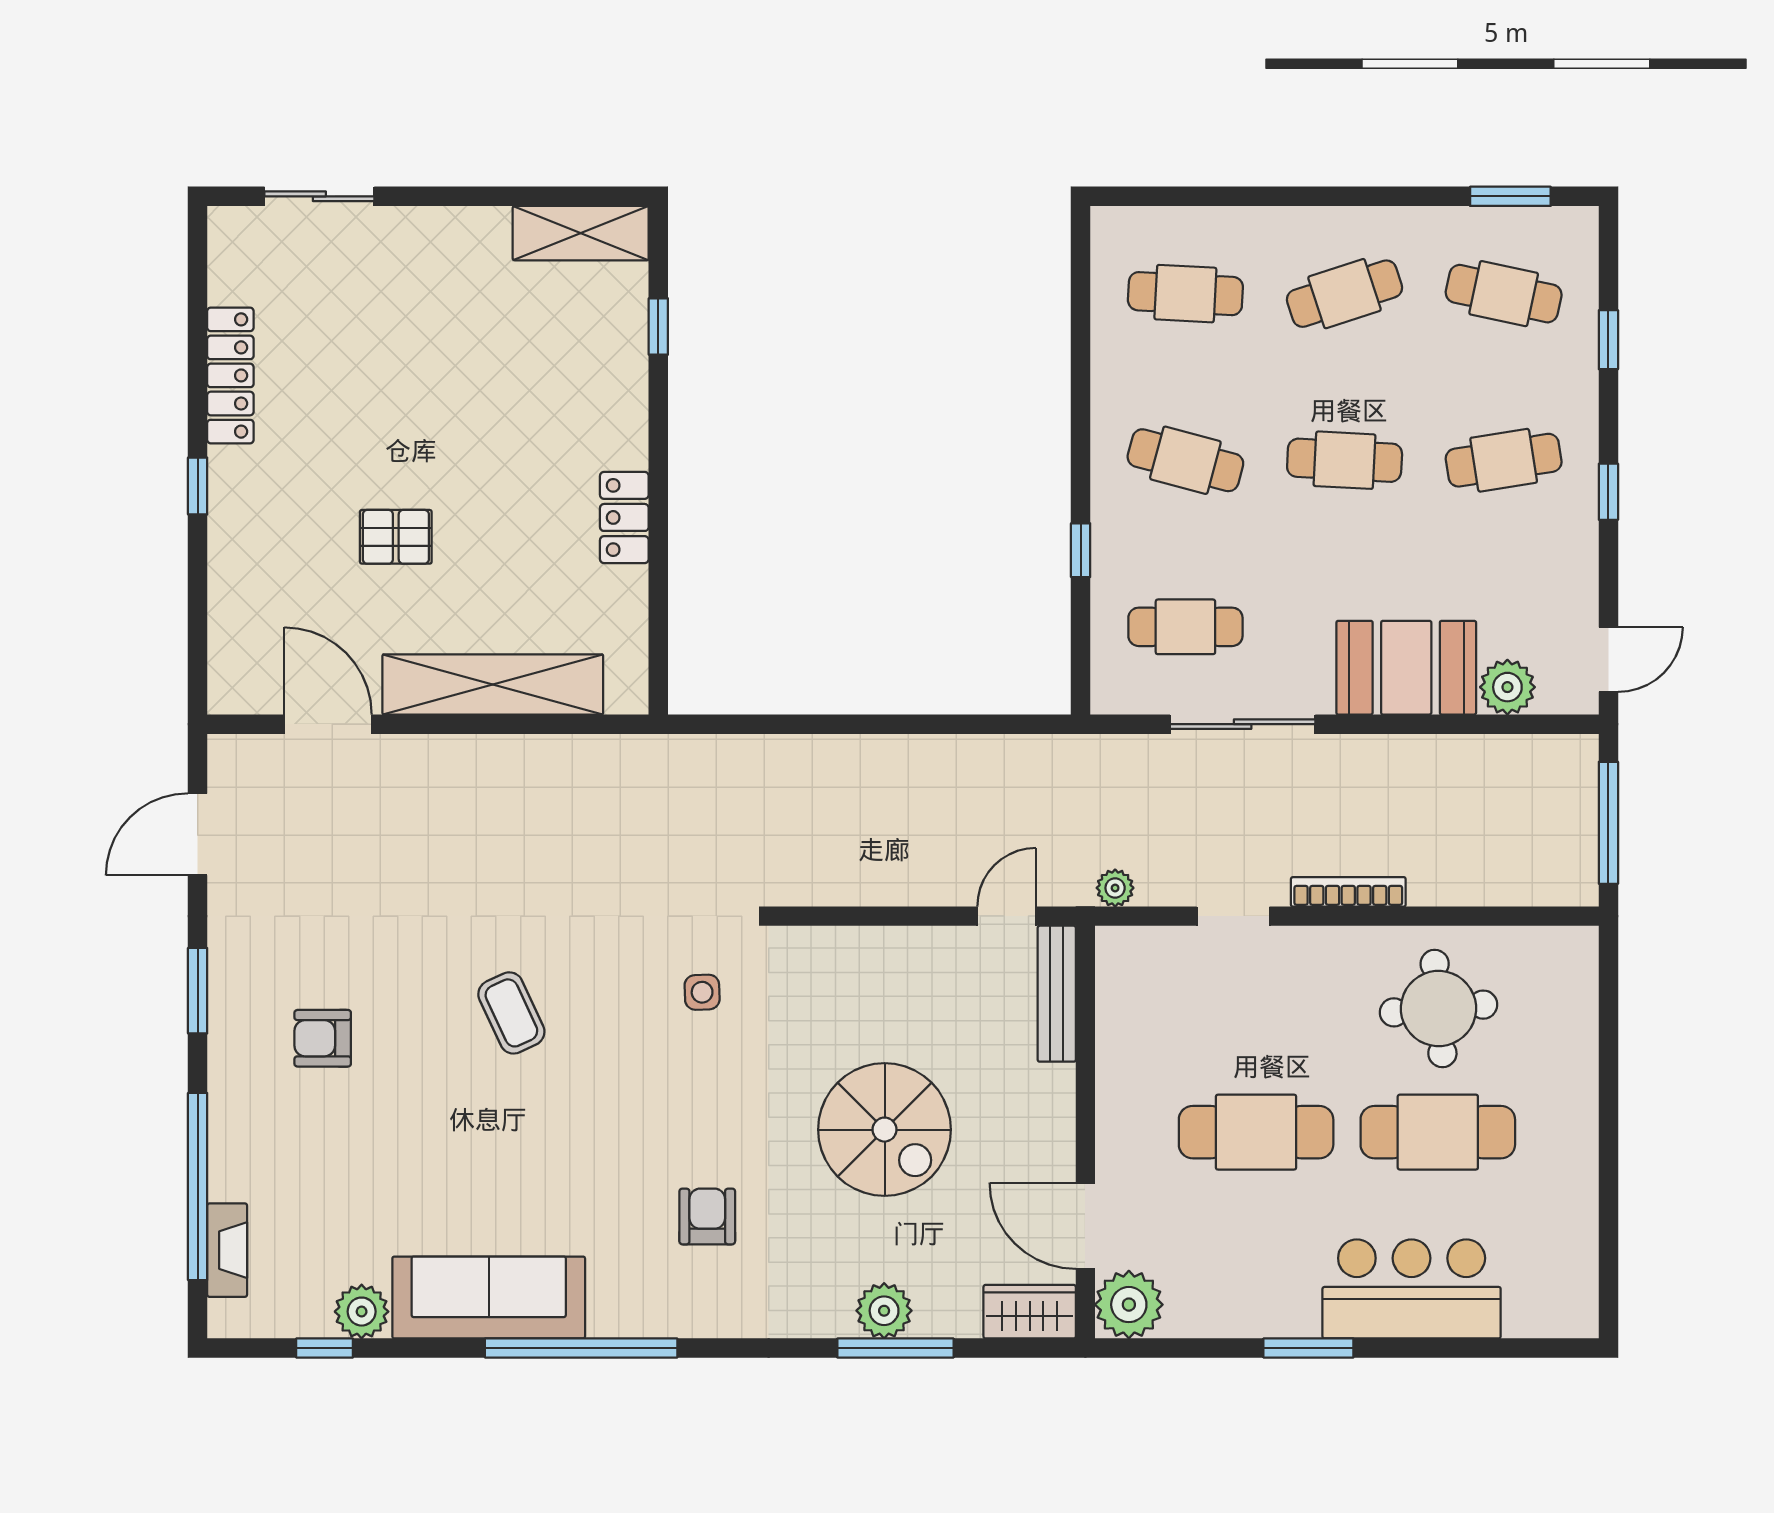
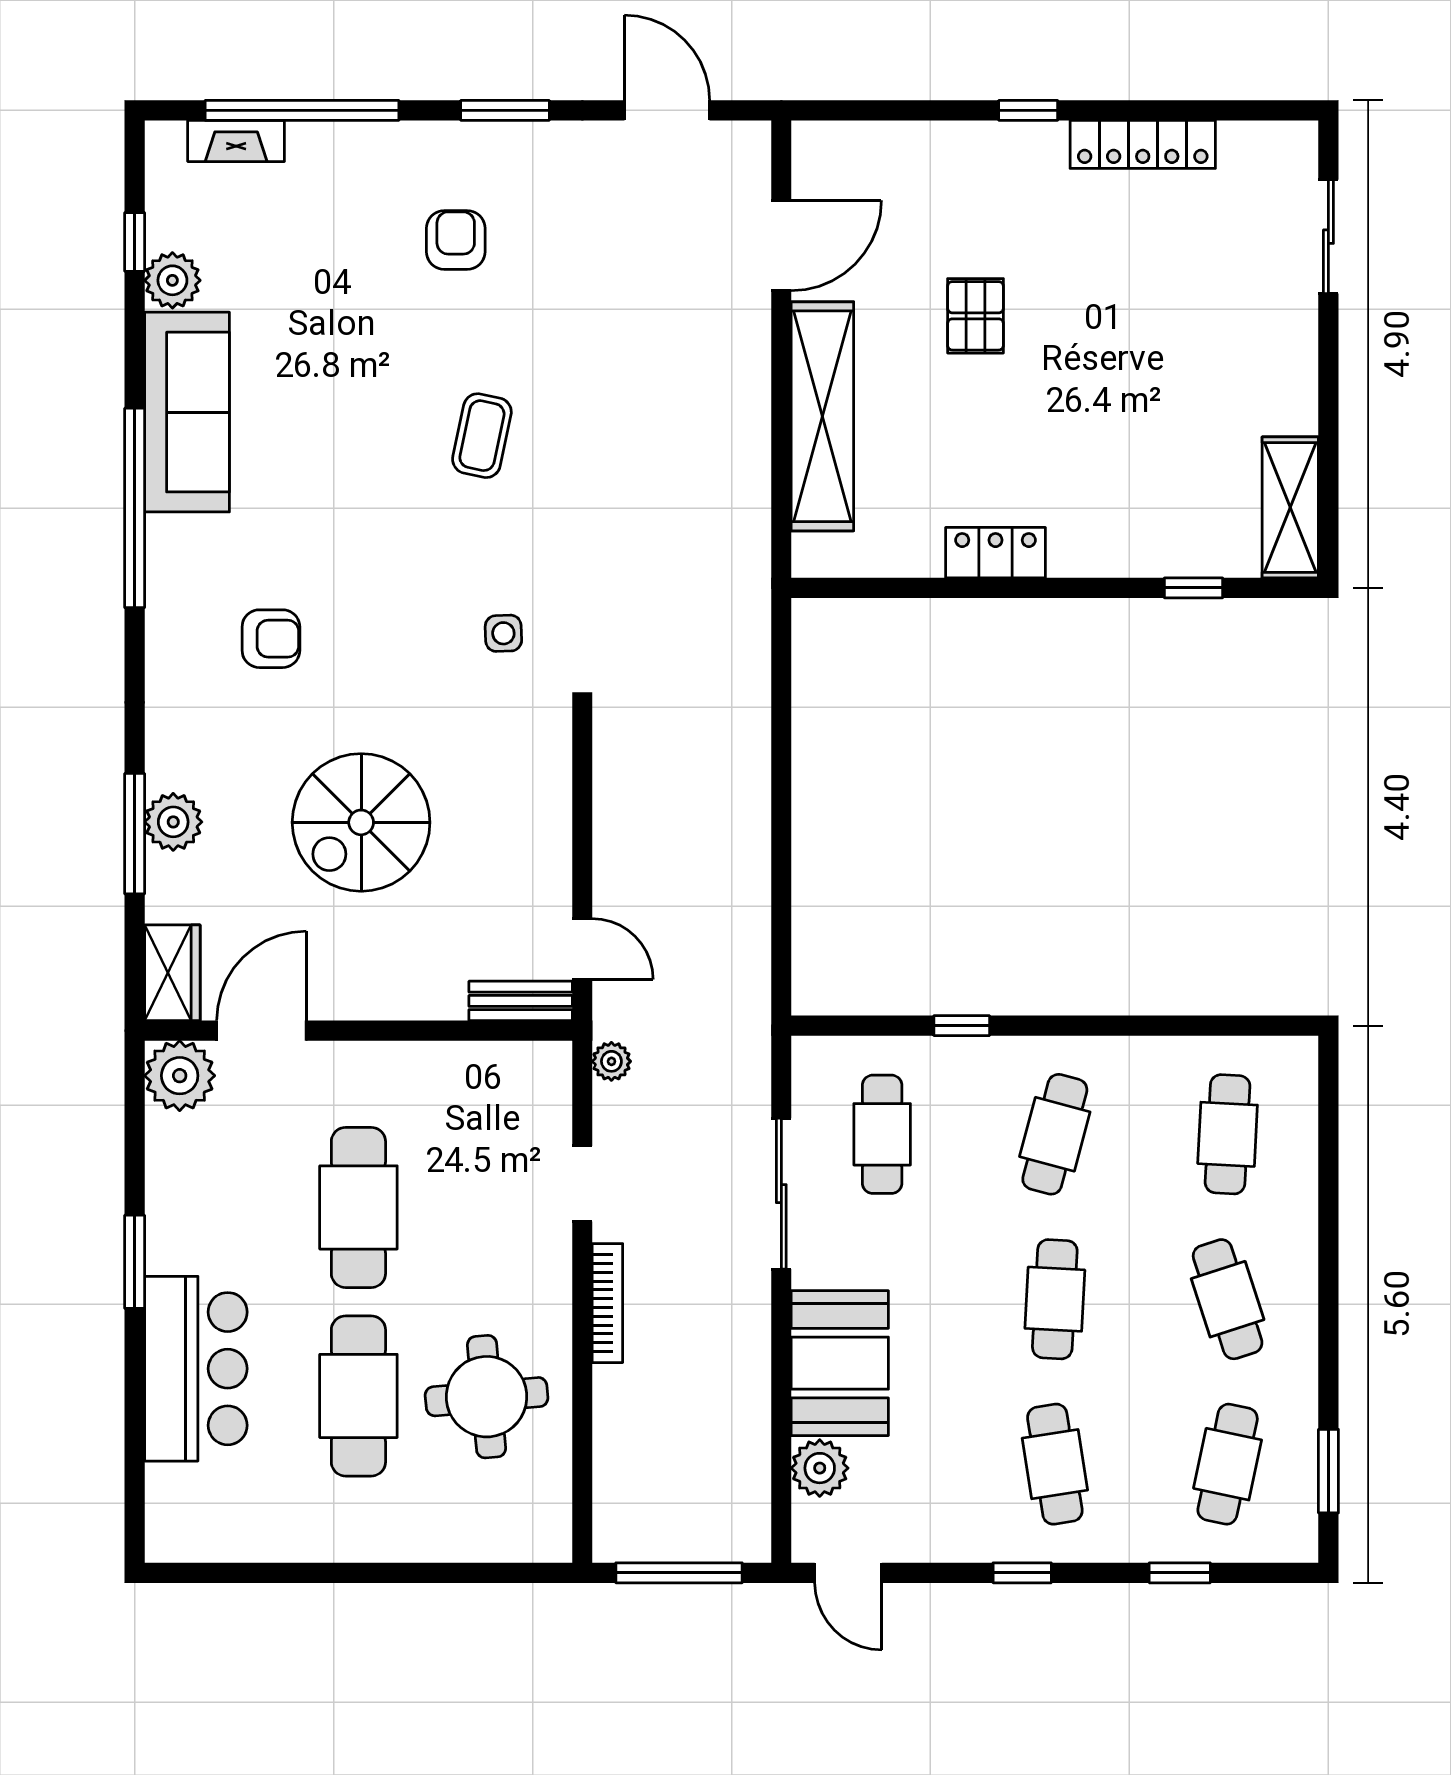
bench: (1057, 994) -> (521, 1001), width x0.73
coffee table: (511, 1013) -> (482, 436), turned -53

